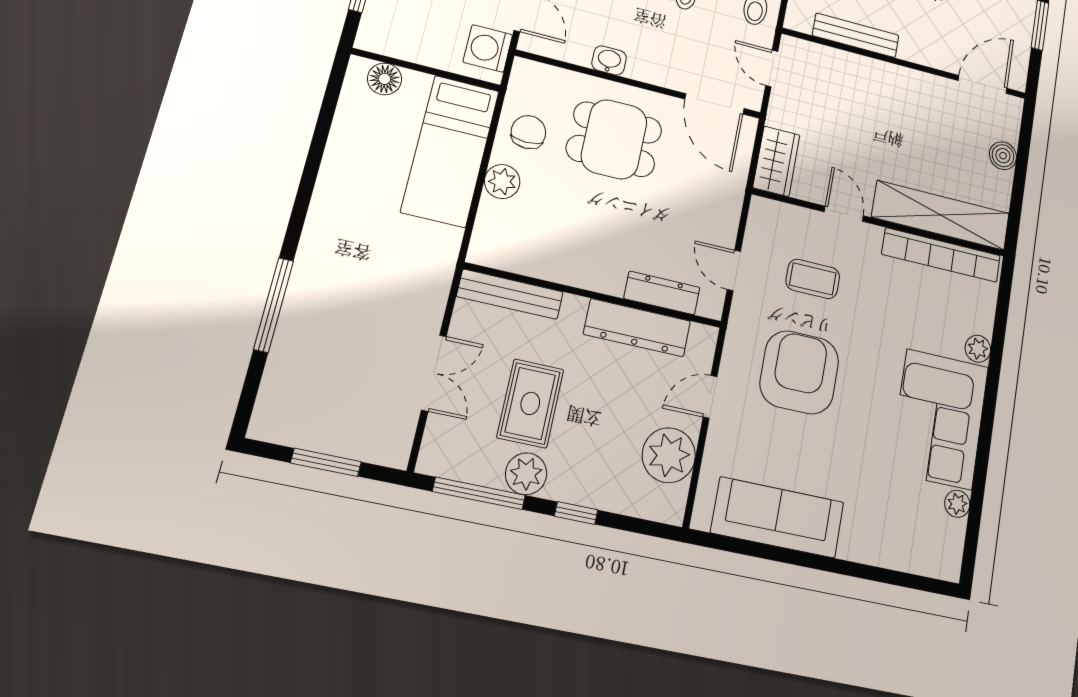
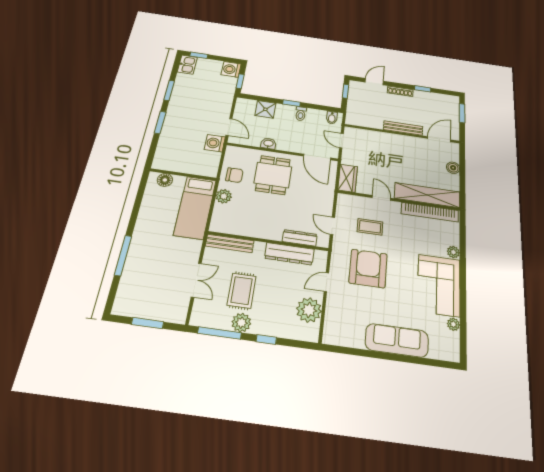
bench: (856, 35) -> (403, 128), moved
wall: (426, 70) -> (183, 175), moved
floor lamp: (385, 79) -> (165, 180), moved
chair: (528, 132) -> (234, 175), turned 90
dining table: (614, 139) -> (273, 175), turned 90
bed: (450, 151) -> (195, 207), moved
sofa: (778, 517) -> (397, 340), moved

